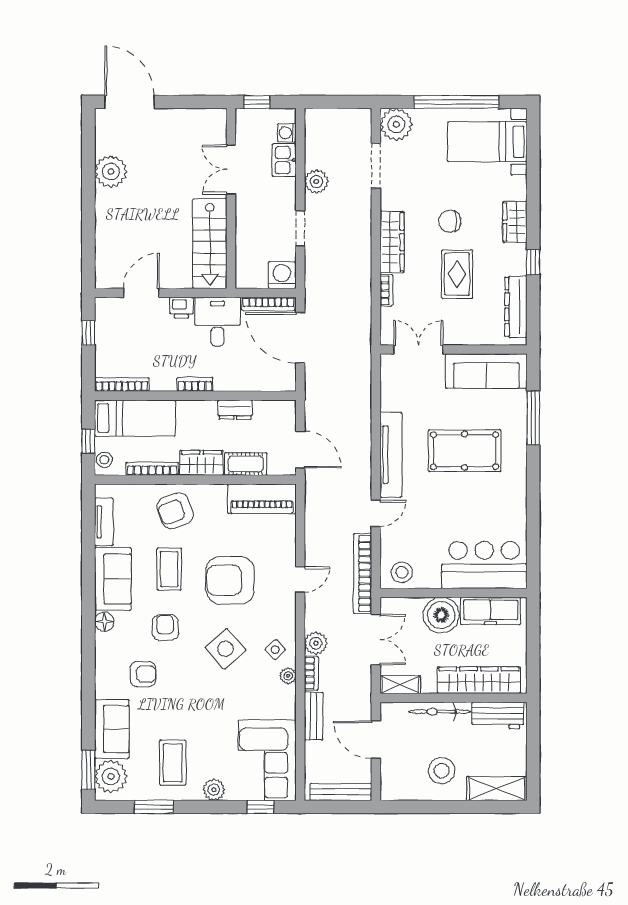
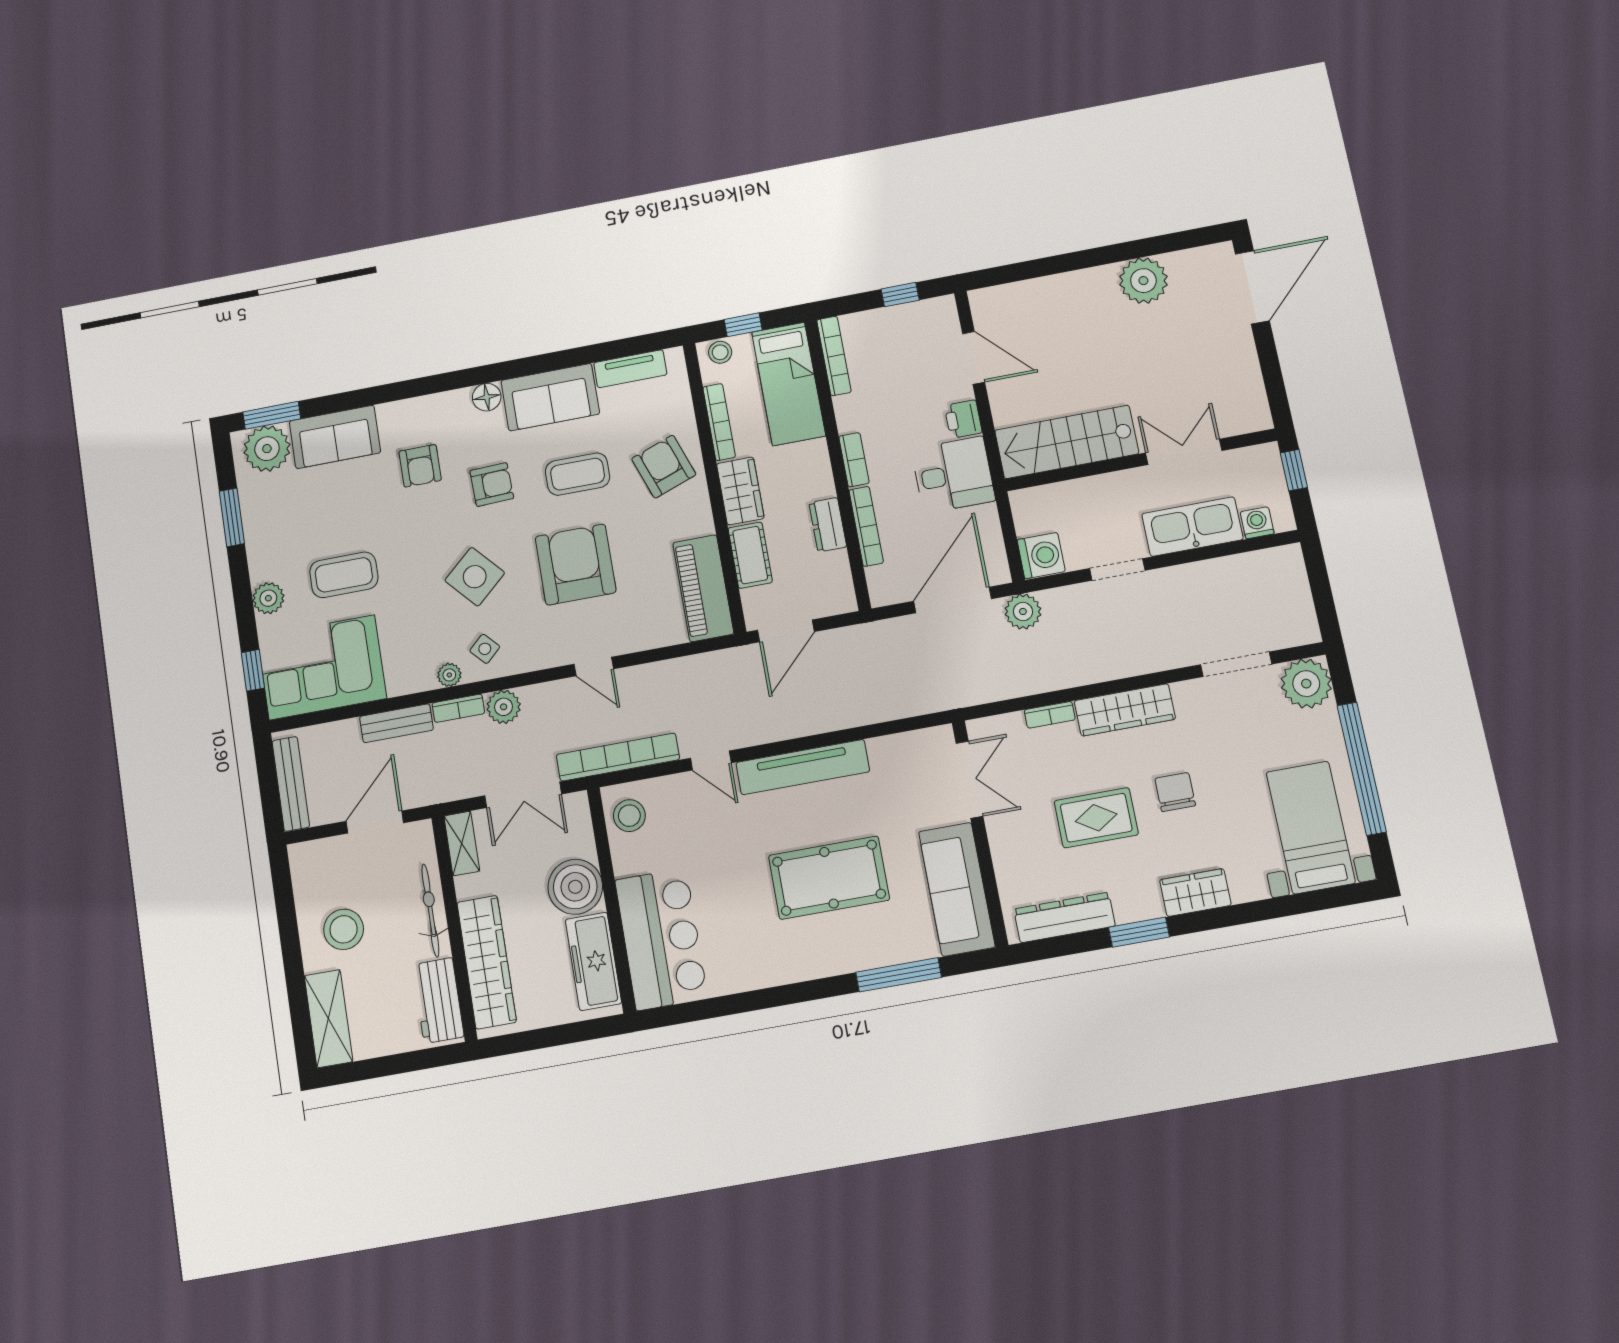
kitchen sink: (284, 160) -> (1192, 527), width x1.87, depth x1.24
plant: (316, 182) -> (1023, 612), moved
window: (533, 262) -> (1139, 932), width x1.50
bookcase: (268, 304) -> (866, 526), moved, turned 180
pool table: (465, 451) -> (829, 878), turned 90
coffee table: (173, 763) -> (344, 575), moved

